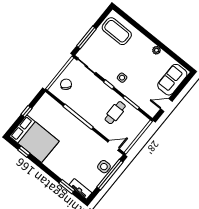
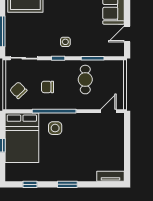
chair: (87, 97) -> (48, 87), added
bed: (34, 139) -> (22, 138), moved, turned 90
side table: (104, 167) -> (55, 128), moved
window: (110, 175) -> (127, 141), removed
window: (67, 187) -> (67, 184), moved

